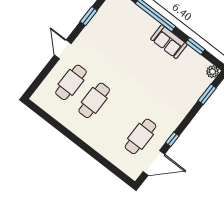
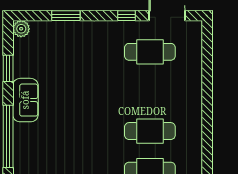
window: (207, 94) -> (66, 16), moved

